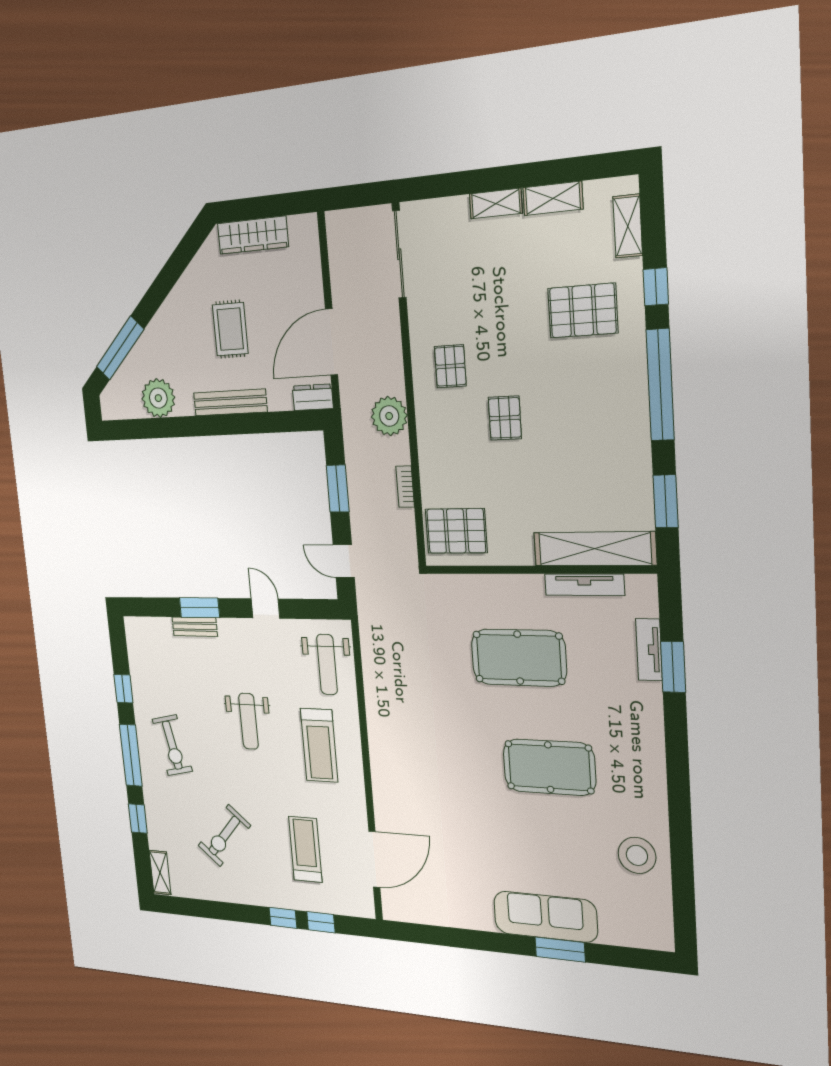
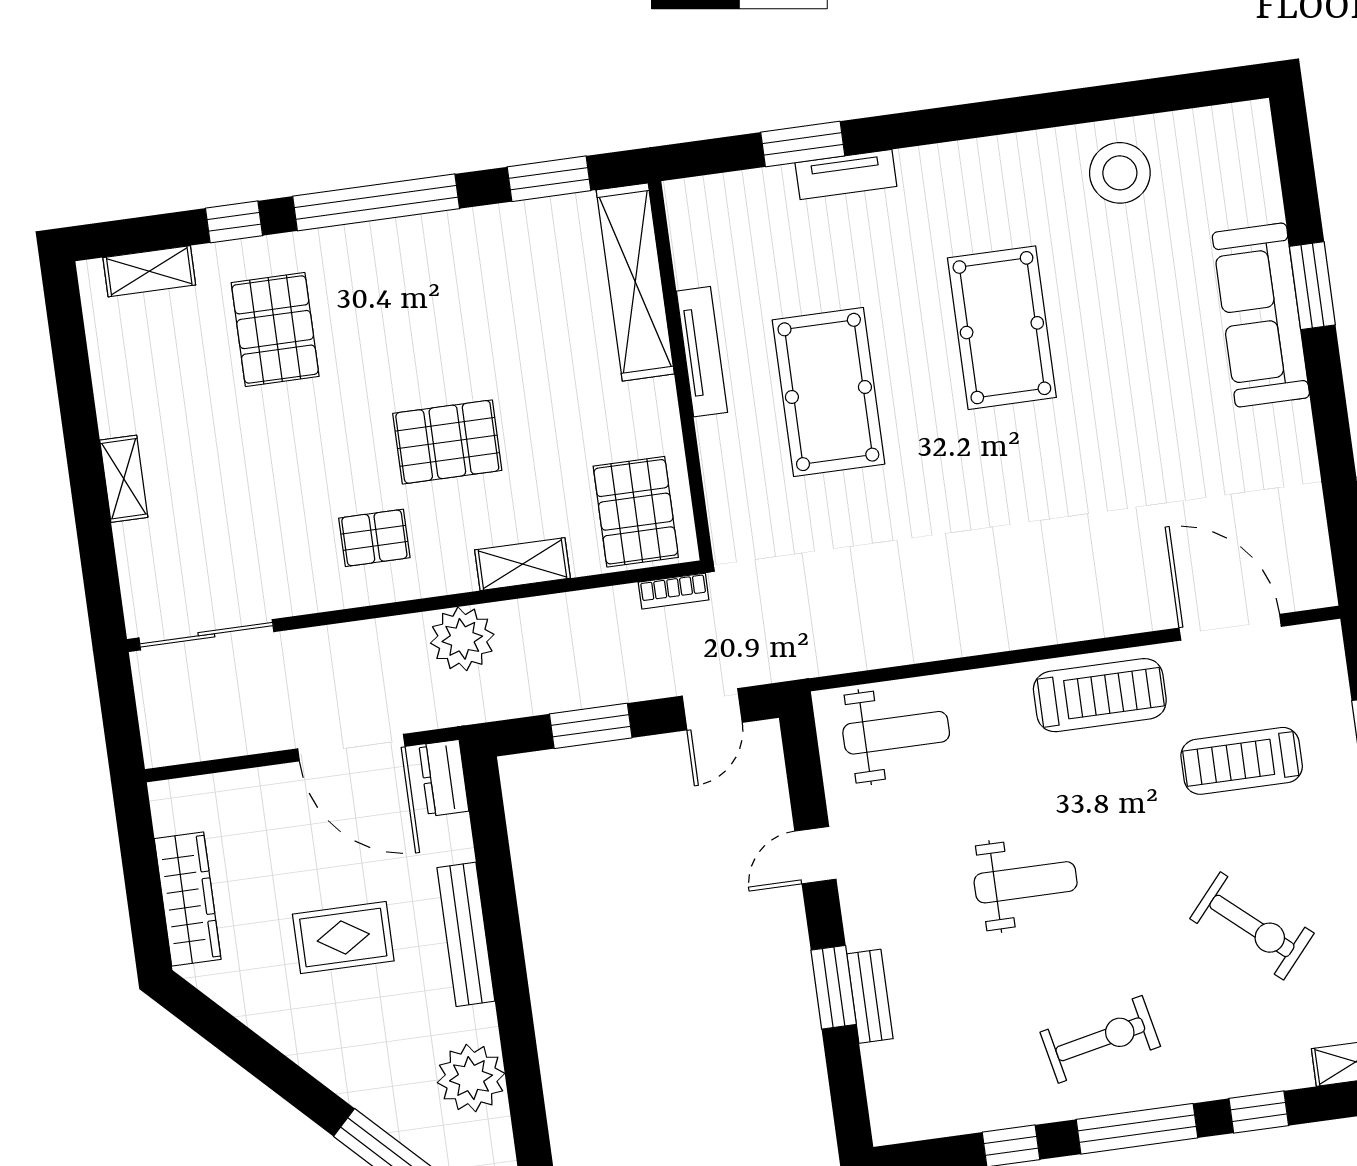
shelving: (553, 198) -> (522, 564), moved, turned 90
pallet: (505, 418) -> (447, 442), width x1.50, depth x1.42
bookcase: (405, 487) -> (674, 591), moved
tv unit: (584, 585) -> (702, 352), moved
tv unit: (649, 650) -> (846, 175), moved
treadmill: (319, 745) -> (1100, 695), moved

